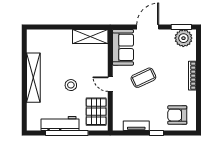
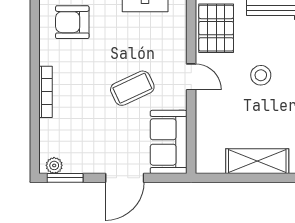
shelving: (90, 36) -> (257, 161), moved
plant: (183, 38) -> (54, 165), width x0.53, depth x0.53
armchair: (177, 115) -> (72, 22), turned 180

